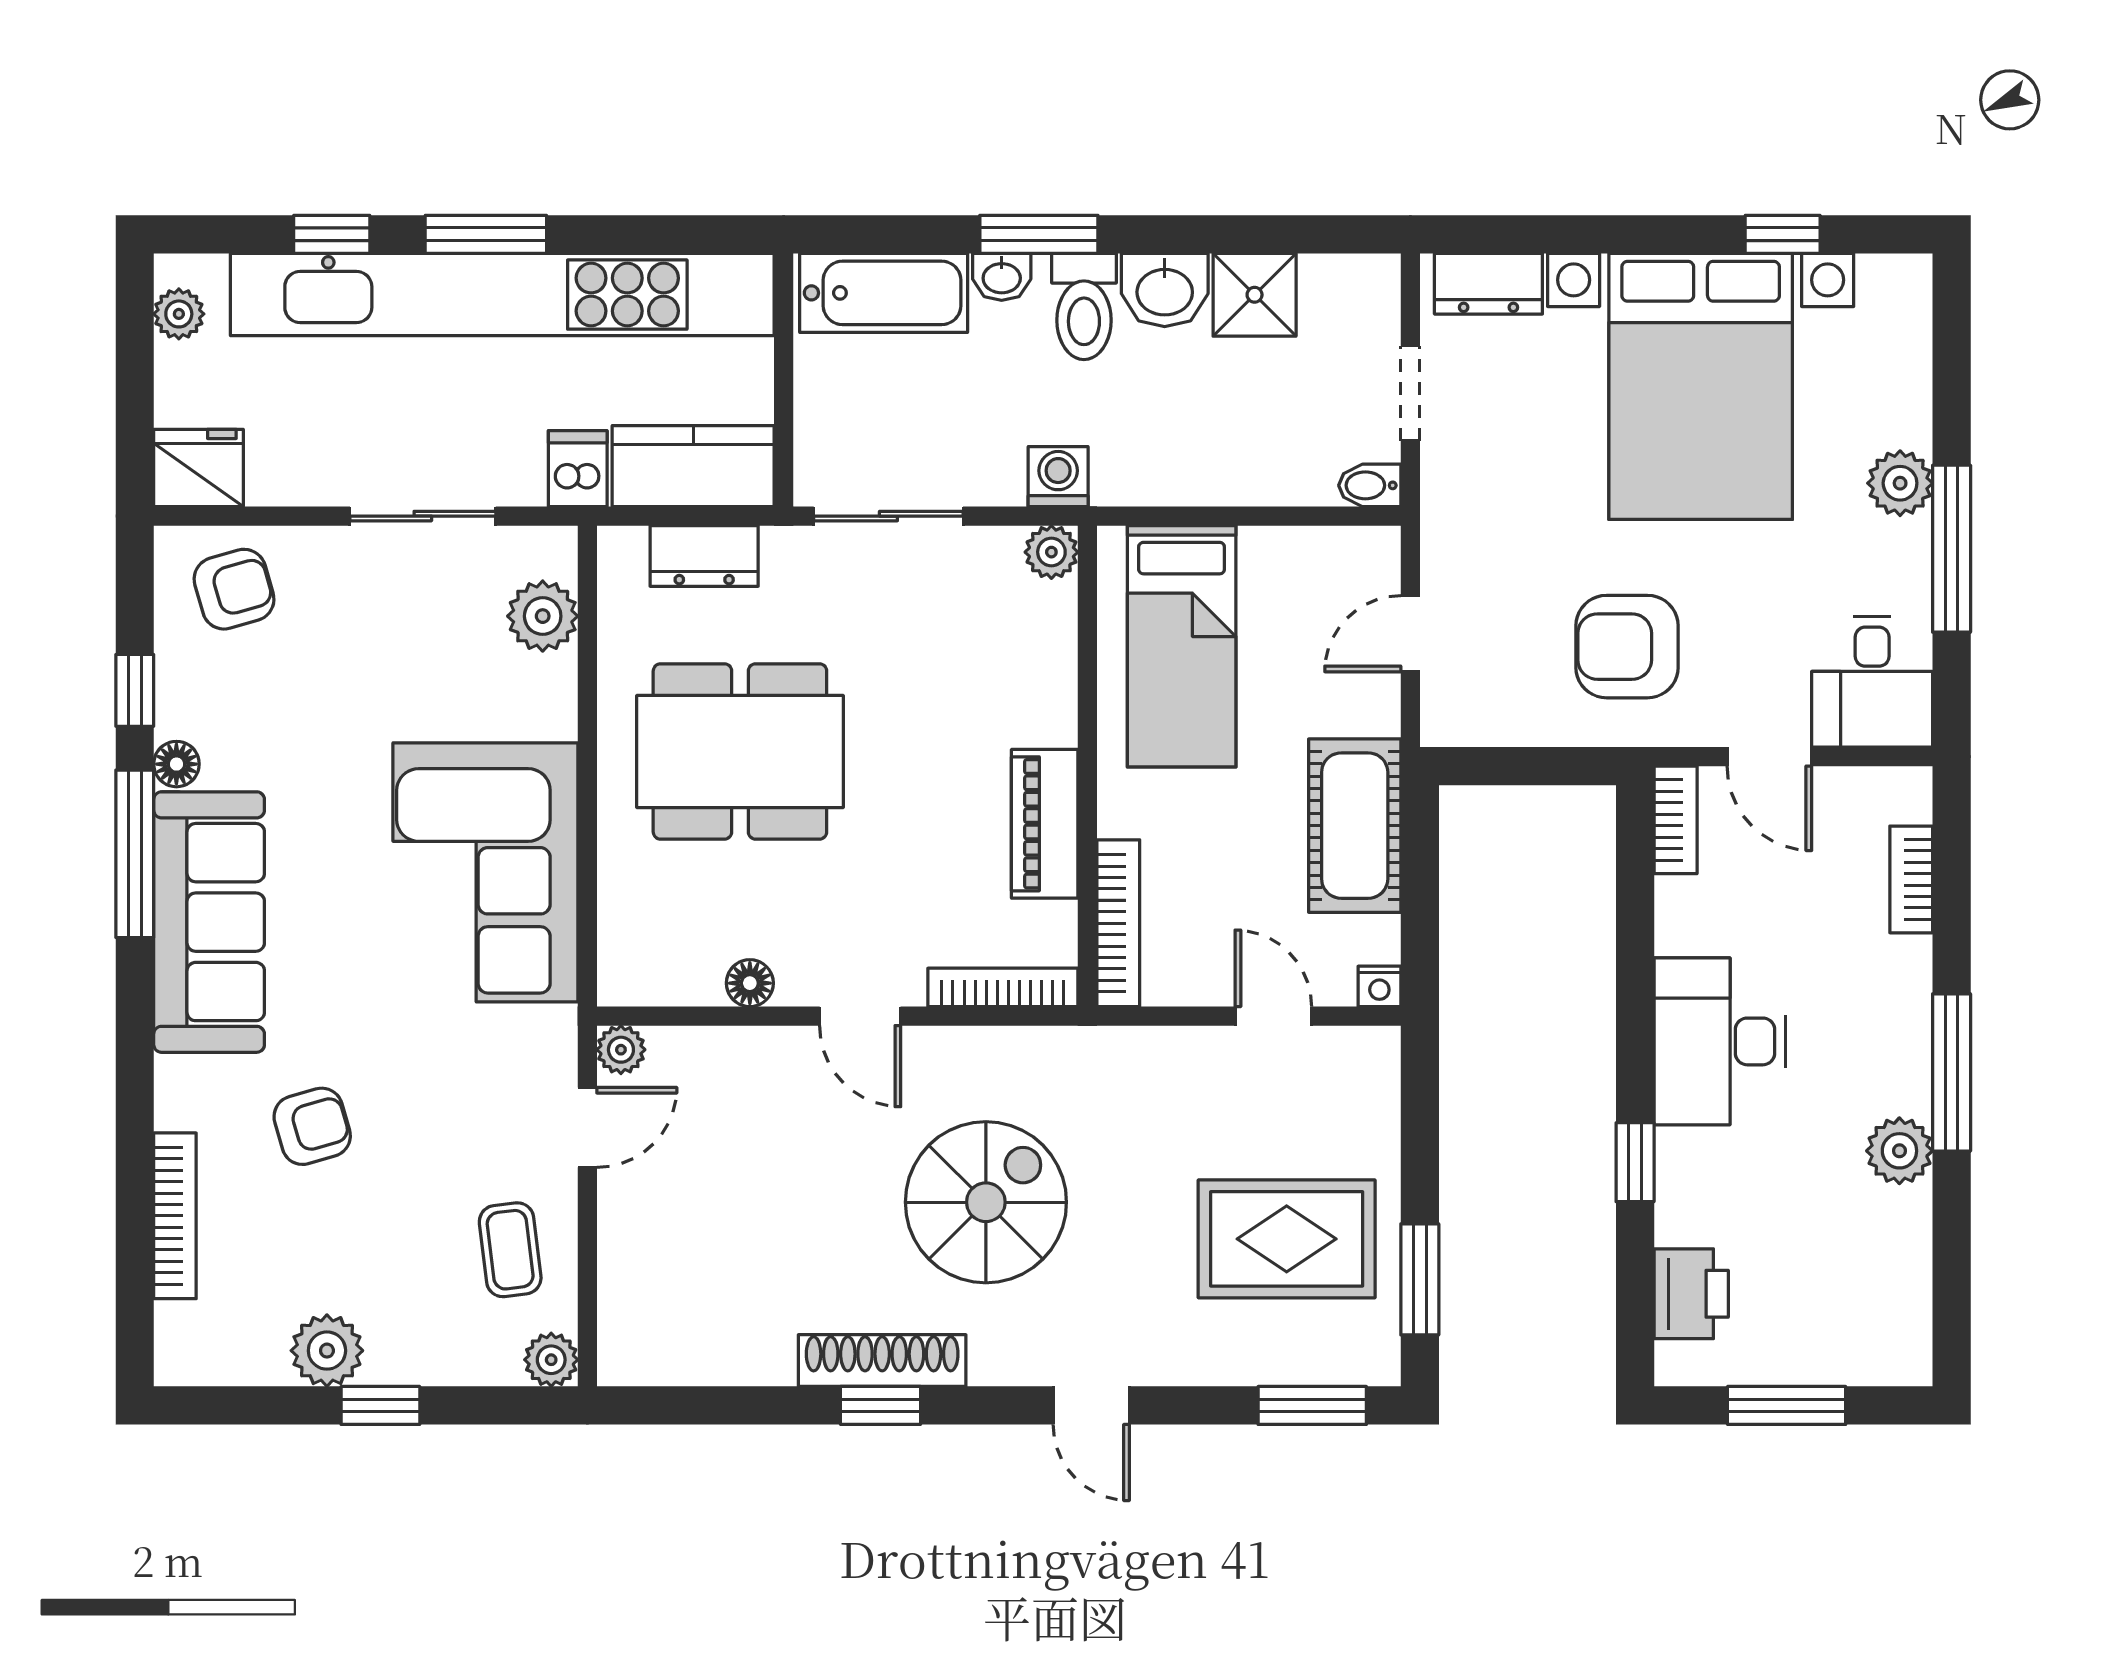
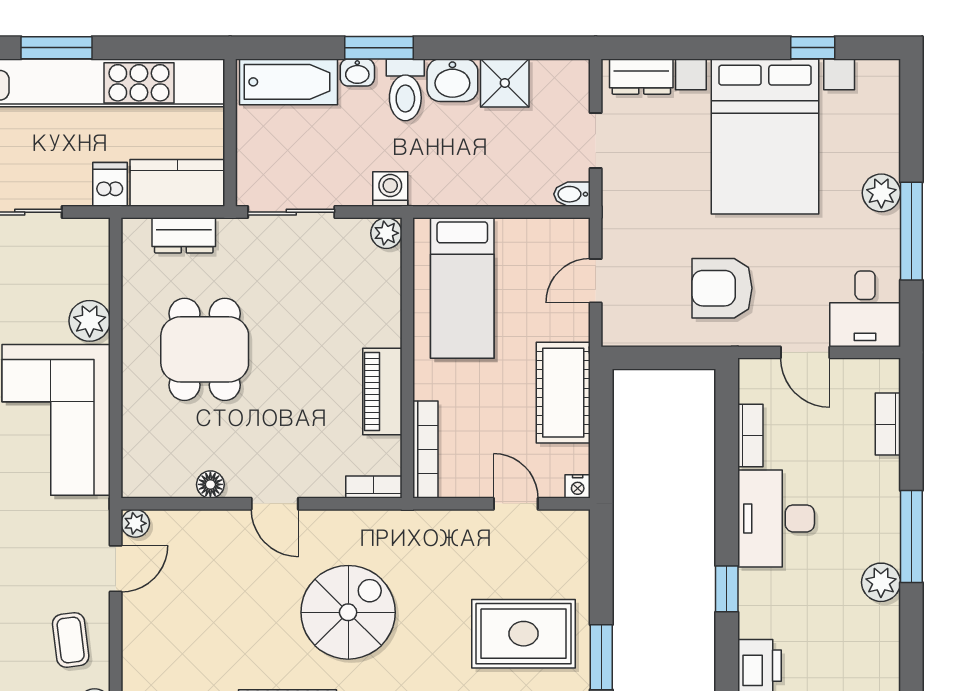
plant: (543, 616) -> (90, 321), moved
dining table: (740, 751) -> (205, 349), width x0.73
bookcase: (1676, 820) -> (750, 435), moved
bookcase: (1003, 987) -> (374, 487), width x0.64

